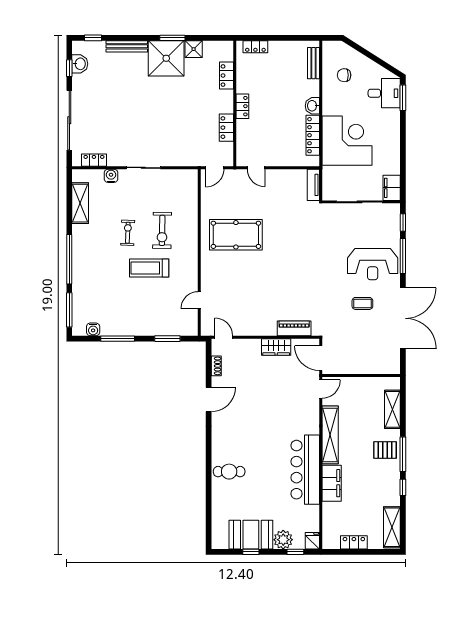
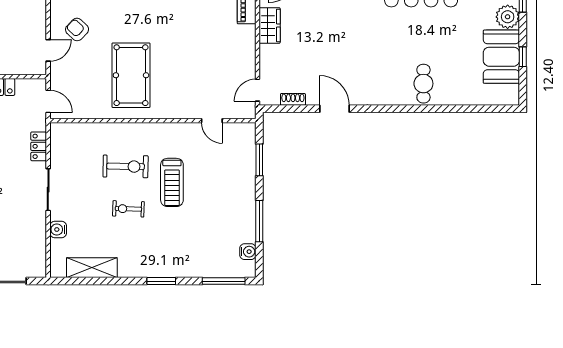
locker: (94, 160) -> (39, 146), moved
armchair: (273, 191) -> (77, 29), added
window: (69, 259) -> (161, 281), width x0.47

